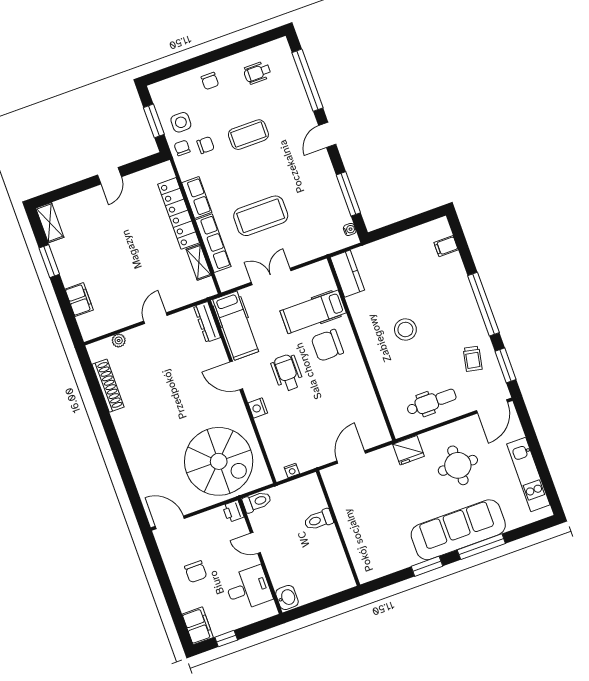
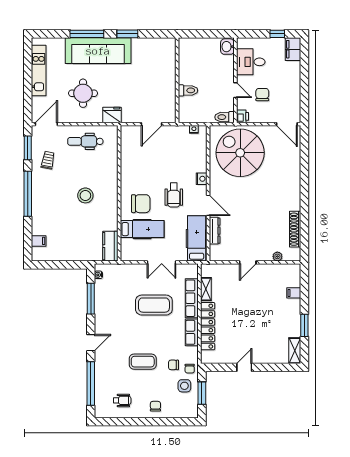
filing cabinet: (79, 300) -> (294, 293), width x0.50
dresser: (207, 322) -> (215, 231), moved
chair: (196, 572) -> (262, 95), moved

